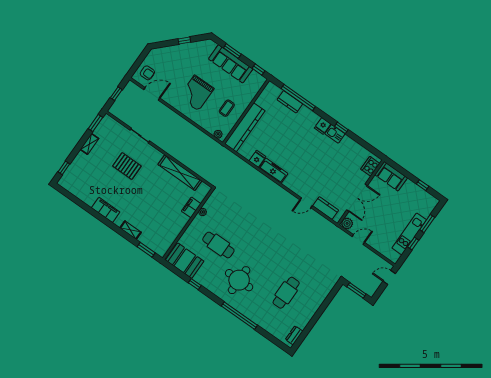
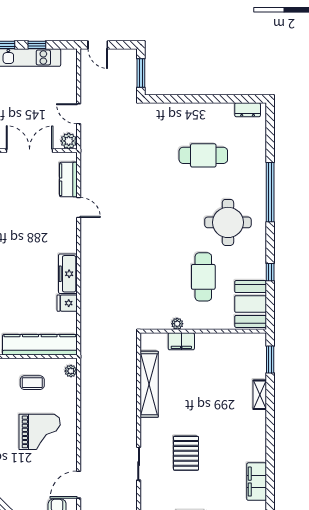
door: (152, 94) -> (79, 485), hinge flipped
filing cabinet: (106, 210) -> (257, 482), moved

